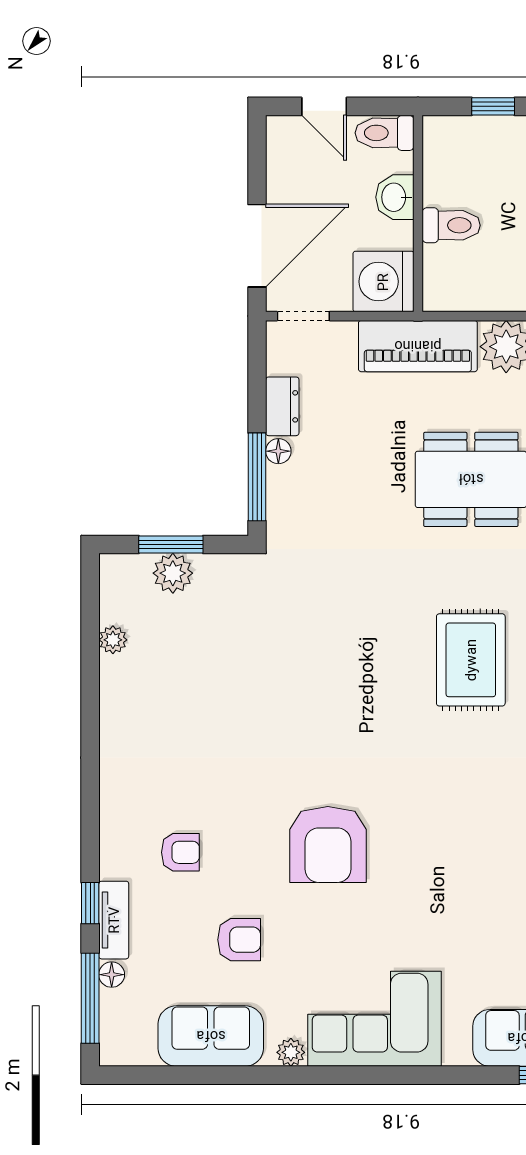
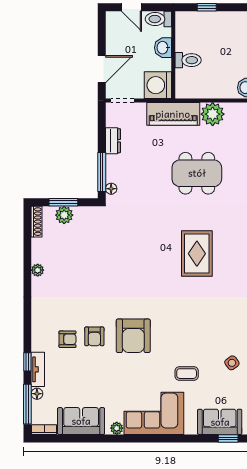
door: (257, 246) -> (102, 69), width x0.73
floor lamp: (278, 451) -> (111, 189), moved
shoe rack: (111, 588) -> (37, 222), added
plant: (113, 640) -> (38, 270), moved
coffee table: (448, 929) -> (187, 374), added
armchair: (239, 940) -> (94, 336), moved, turned 90
bookcase: (128, 1055) -> (44, 430), added

